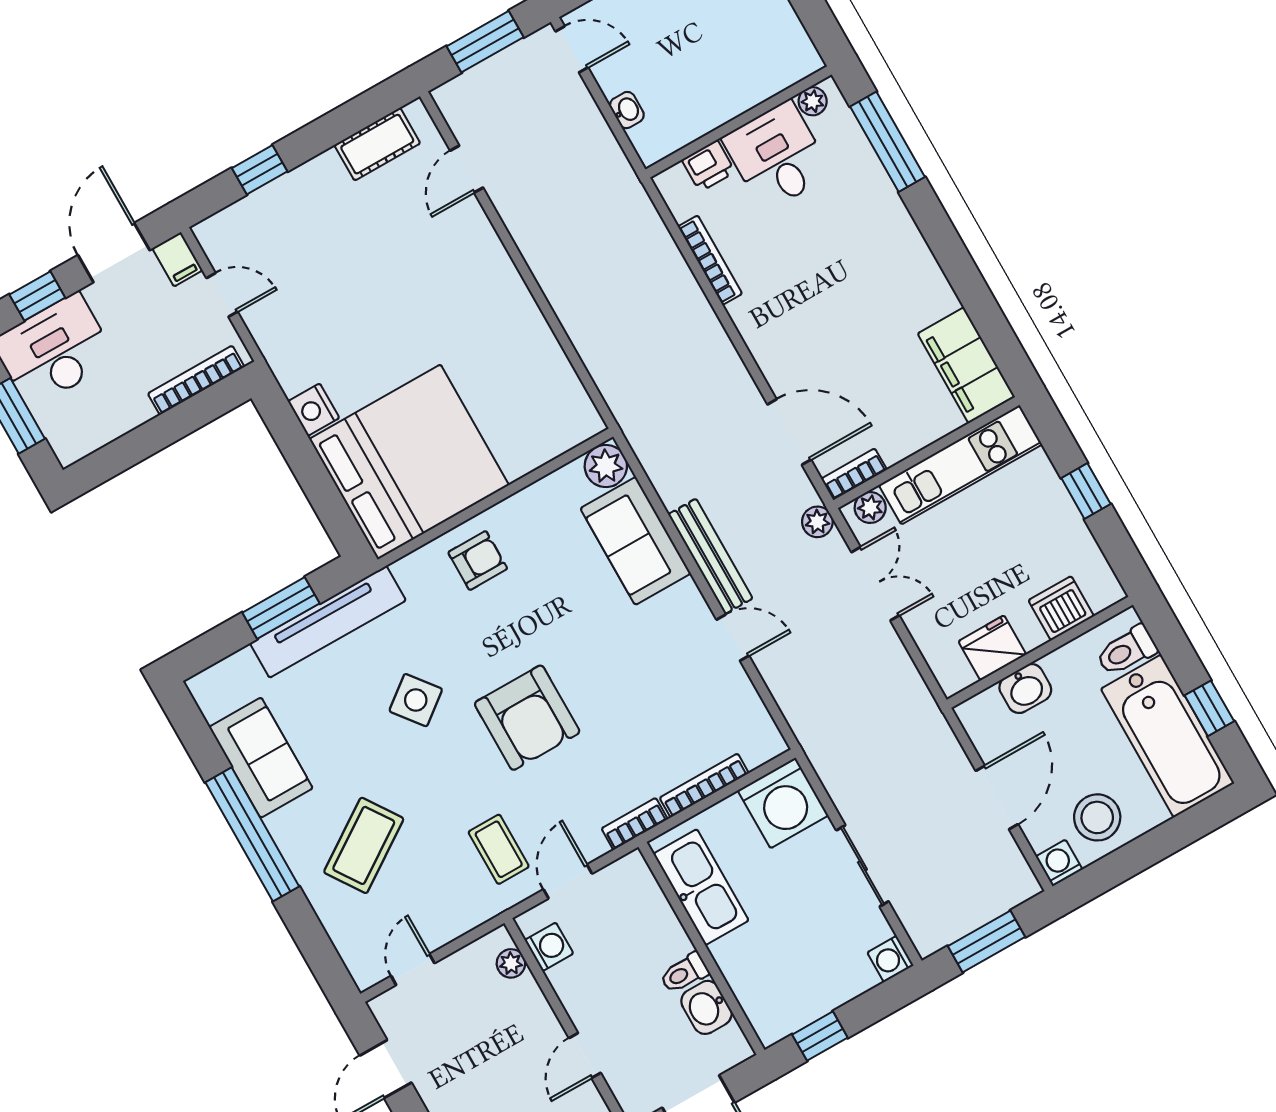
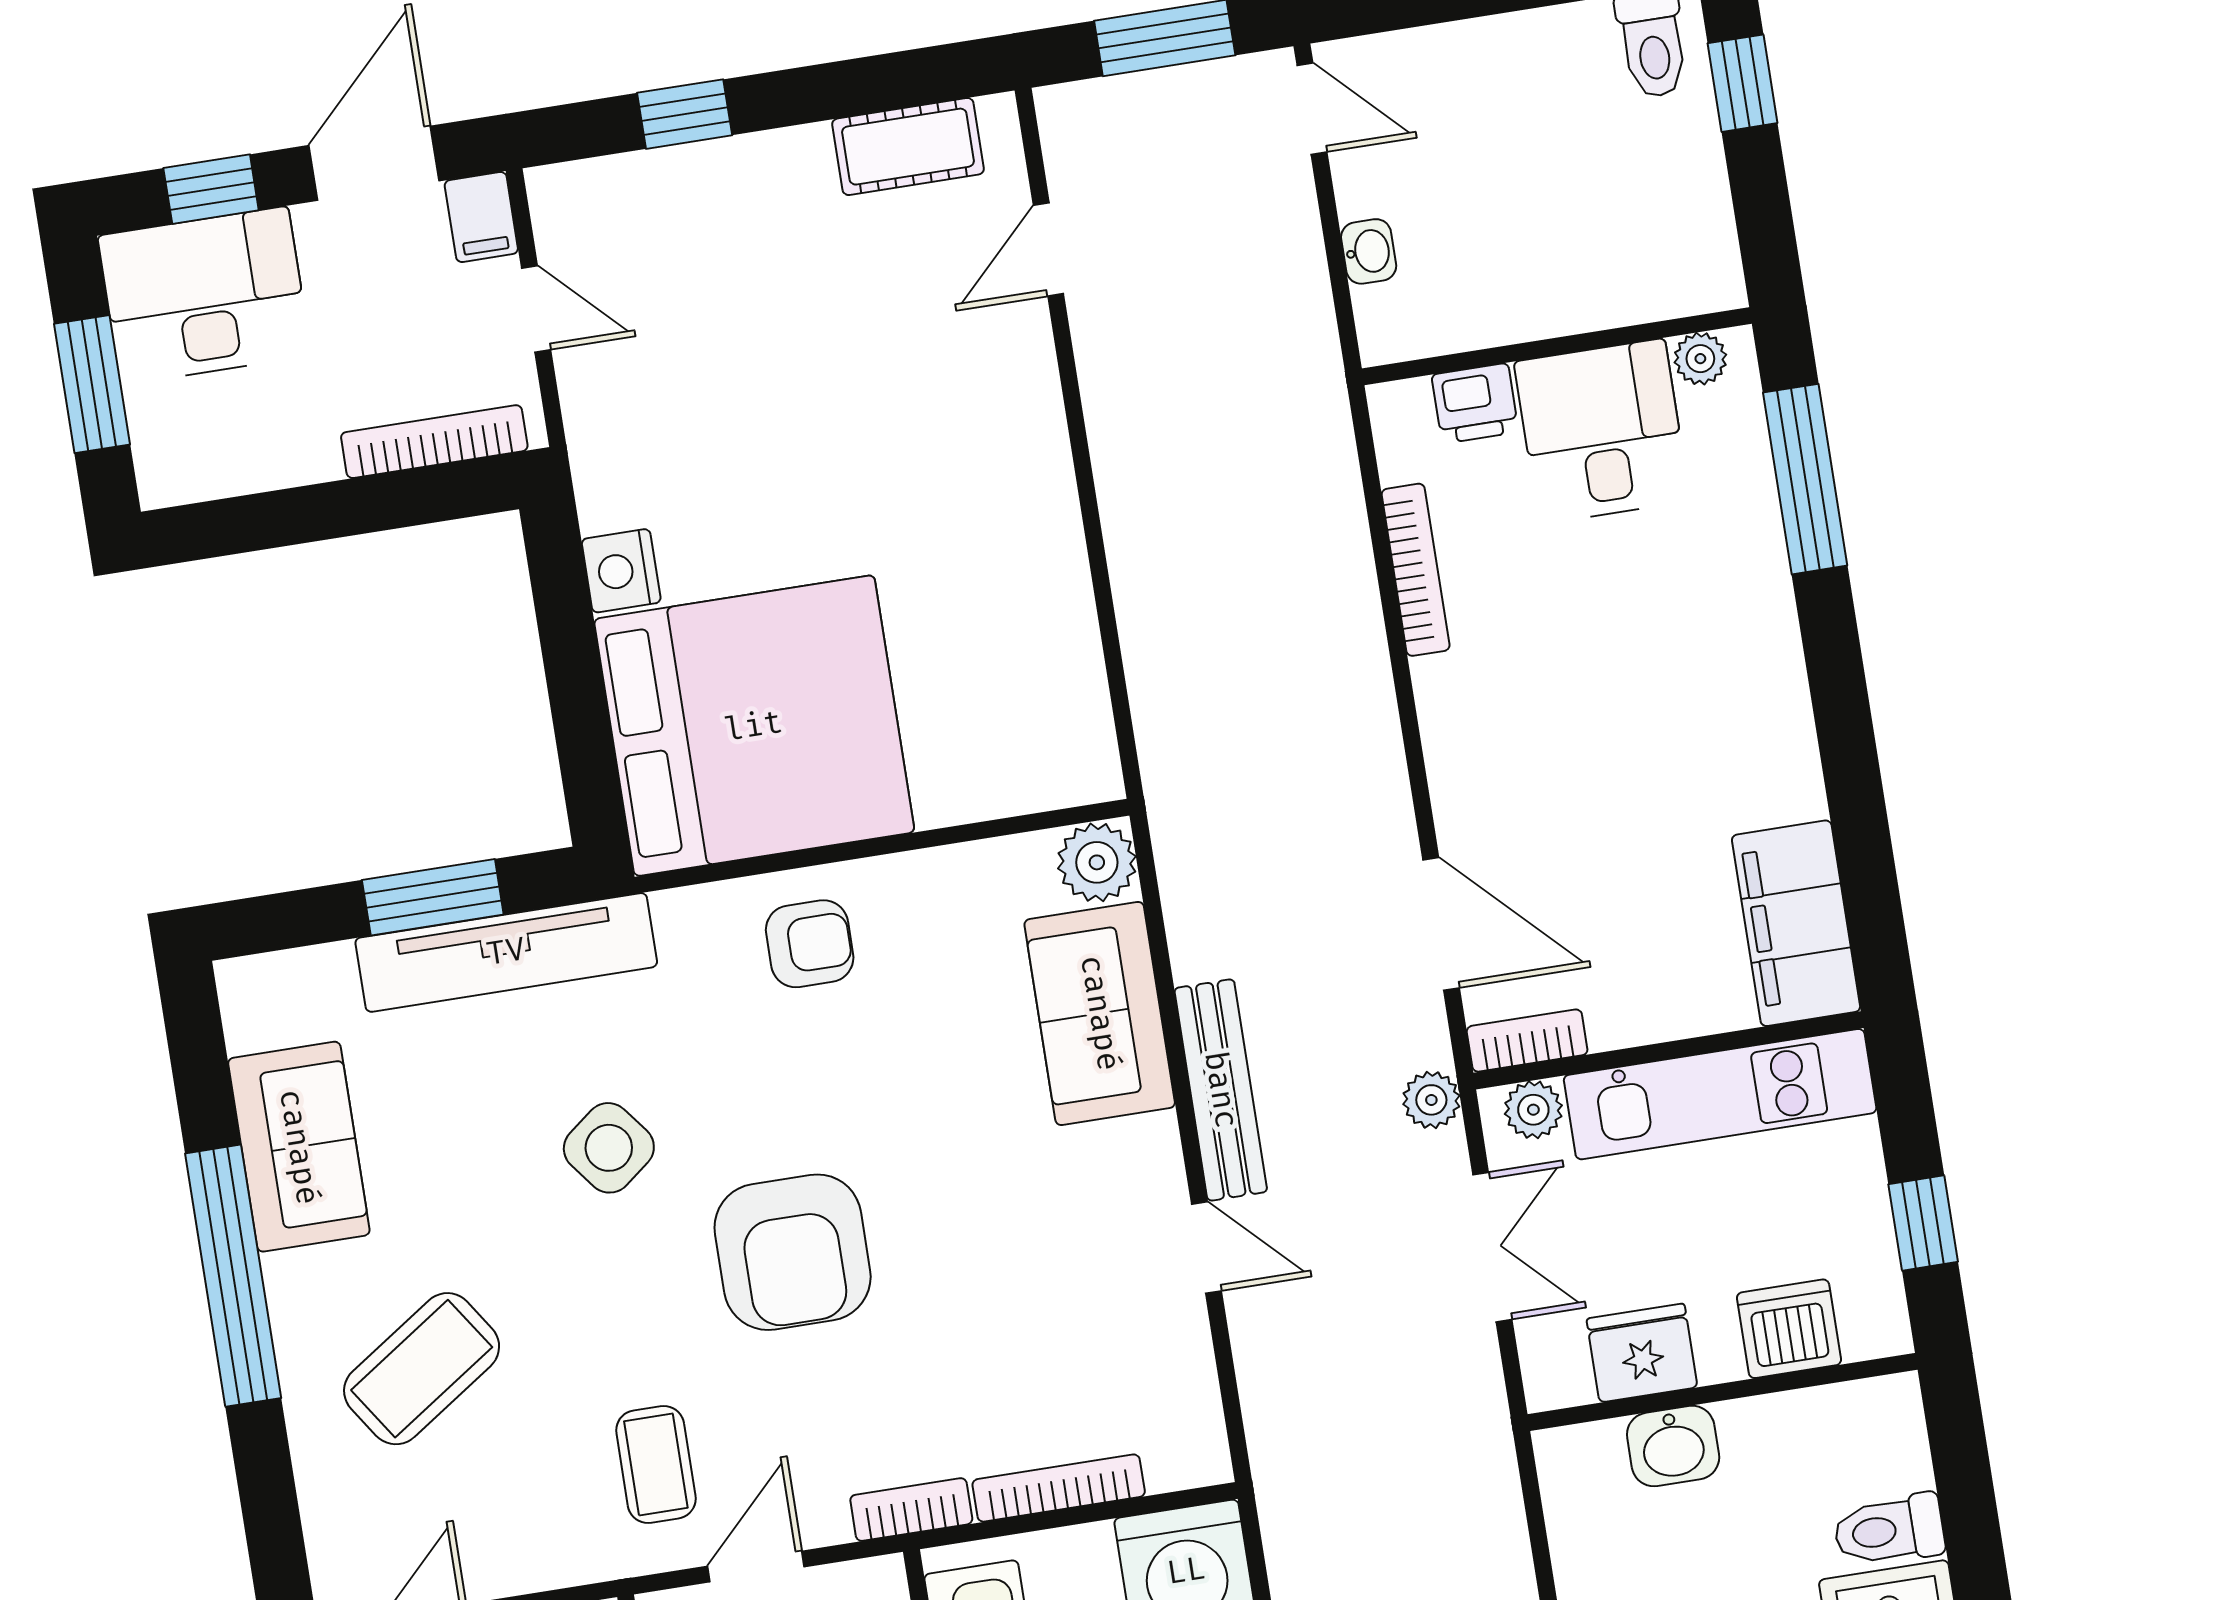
dishwasher: (1061, 608) -> (1789, 1329), moved
fridge: (992, 648) -> (1642, 1353), moved
wall: (1040, 652) -> (1723, 1392), moved
washbasin: (1025, 689) -> (1673, 1446), moved

